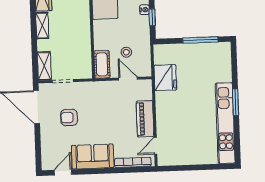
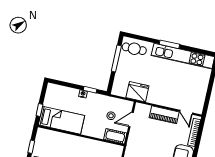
cafe table: (218, 59) -> (134, 49), added

